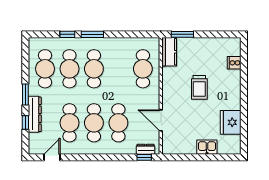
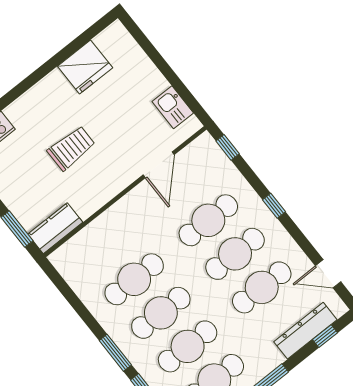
cafe table: (143, 69) -> (134, 279), moved
dresser: (35, 114) -> (305, 331), moved
window: (25, 122) -> (325, 336), moved
kitchen sink: (207, 147) -> (173, 107), moved
dresser: (146, 149) -> (215, 154), removed
window: (102, 157) -> (274, 206), added

